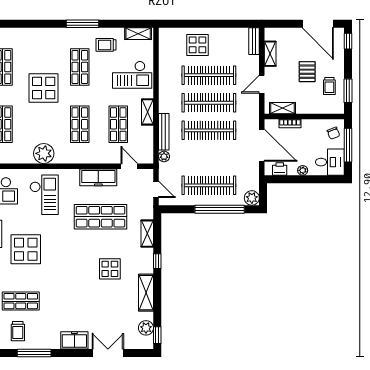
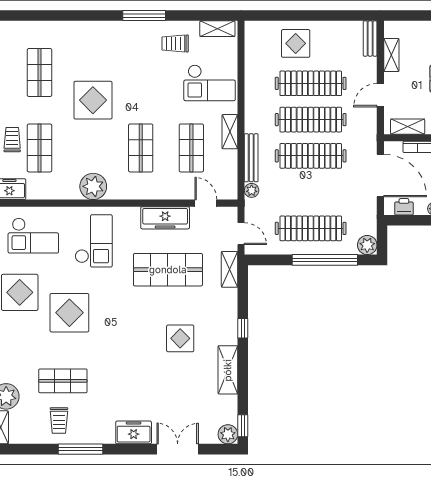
shop shelf: (80, 67) -> (141, 72), removed
shelving: (147, 234) -> (229, 269), moved
plant: (146, 328) -> (228, 434), moved

